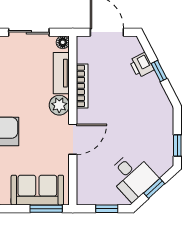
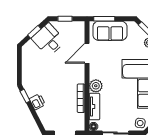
printer: (142, 65) -> (37, 102), moved
window: (159, 71) -> (25, 96), moved
door: (73, 139) -> (87, 53), moved
window: (177, 146) -> (19, 60), removed

